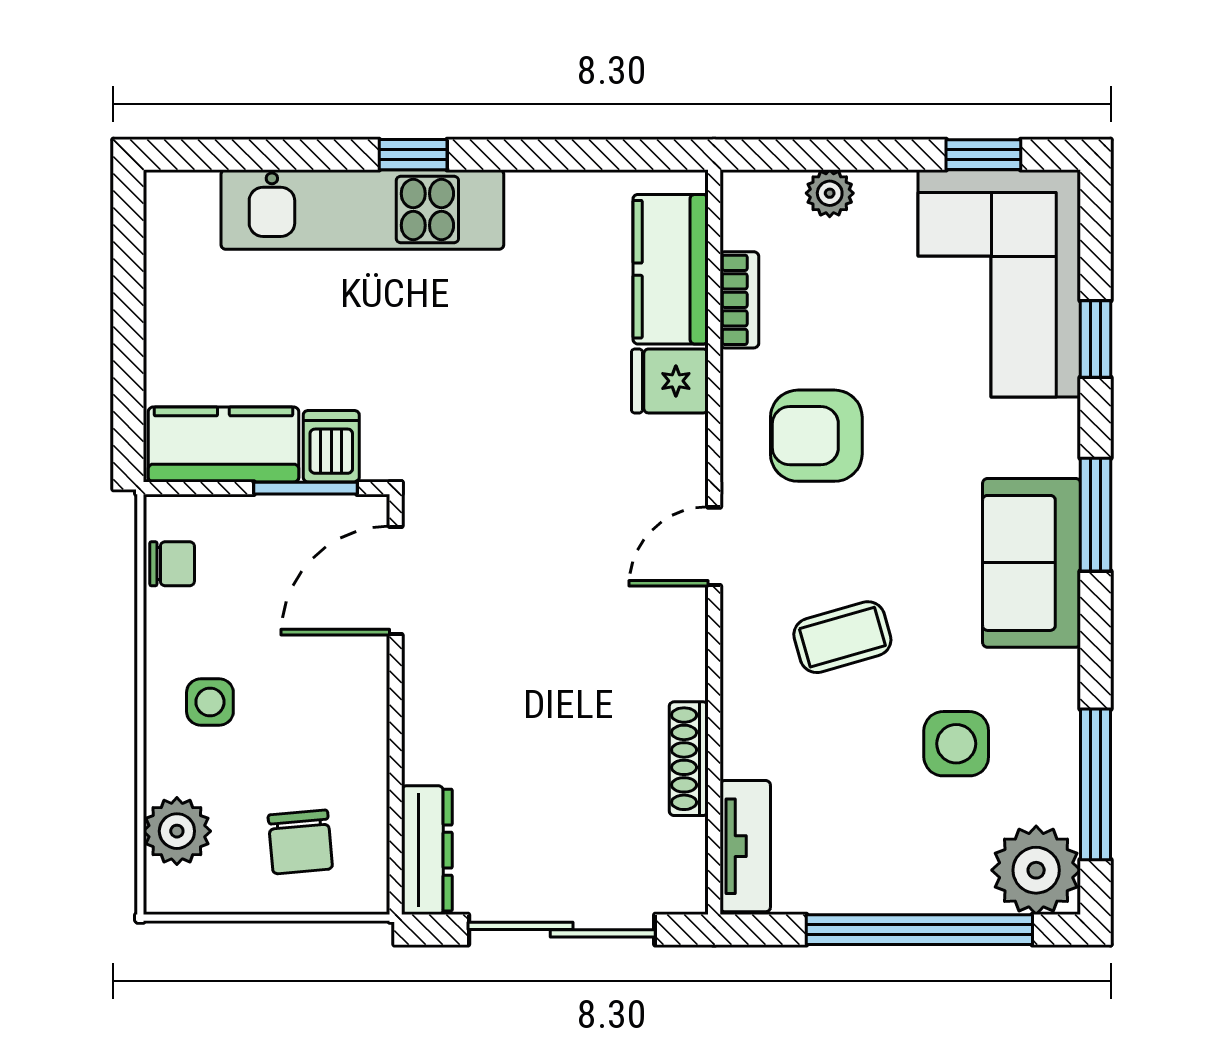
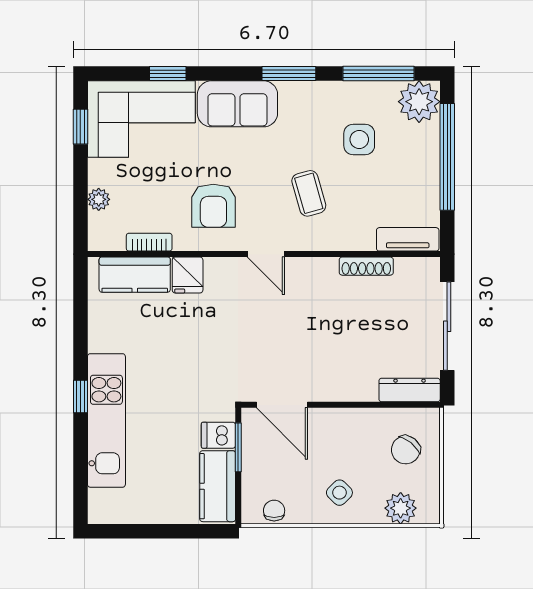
window: (1096, 515) -> (289, 74), moved
sofa: (1032, 563) -> (237, 104), moved
side table: (210, 702) -> (339, 493), turned 45
chair: (300, 842) -> (406, 450), turned 134

